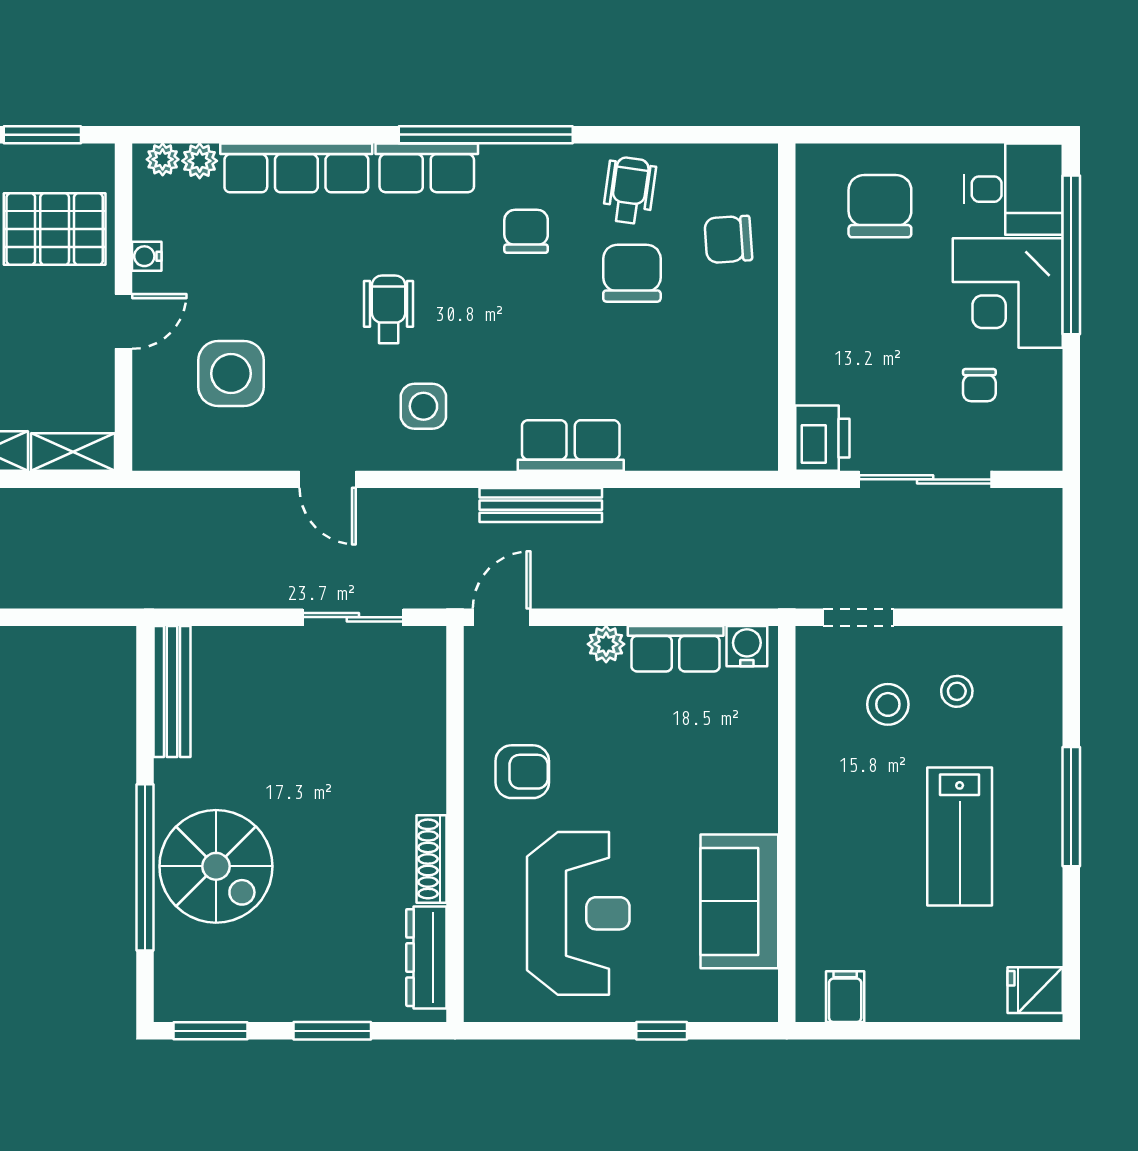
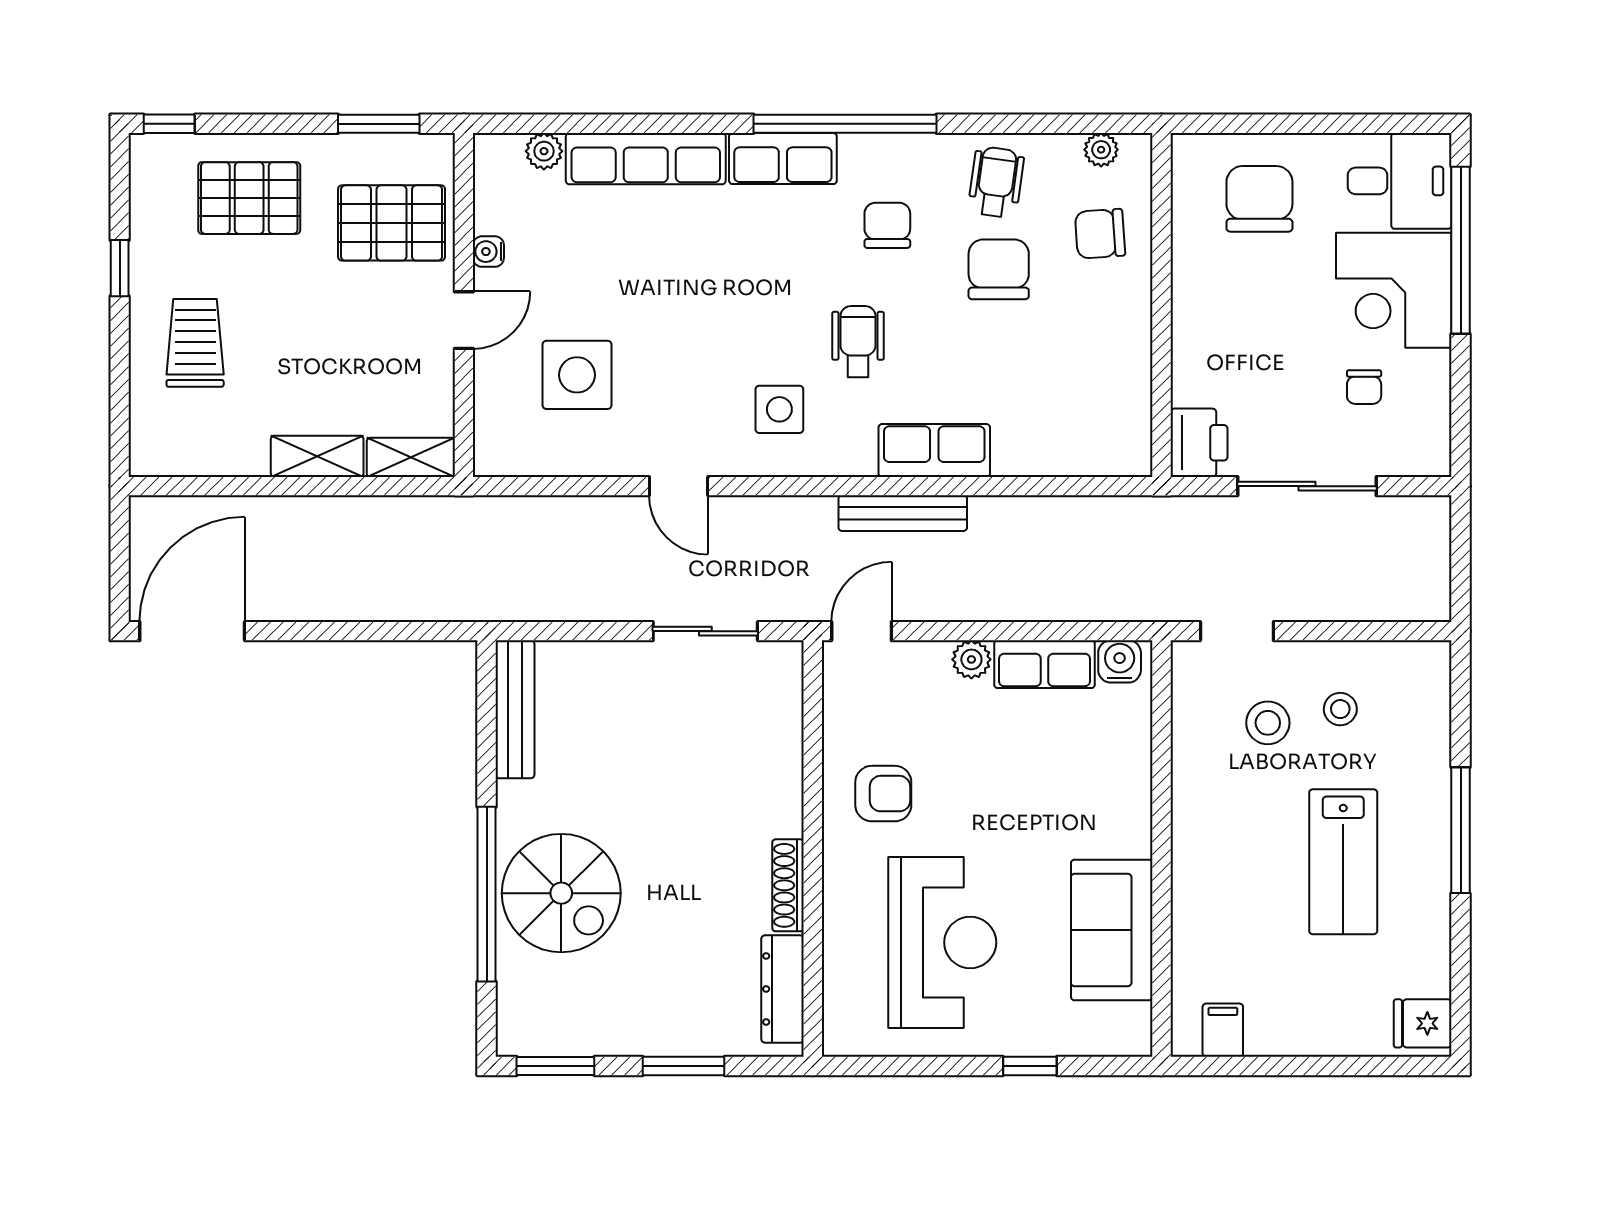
plant: (163, 159) -> (1101, 150), moved
wheelchair: (389, 309) -> (858, 341), moved

